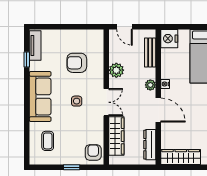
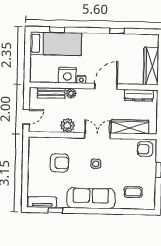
nightstand: (169, 39) -> (67, 75), moved
armchair: (77, 63) -> (60, 163), turned -90
plant: (150, 85) -> (71, 93), moved

